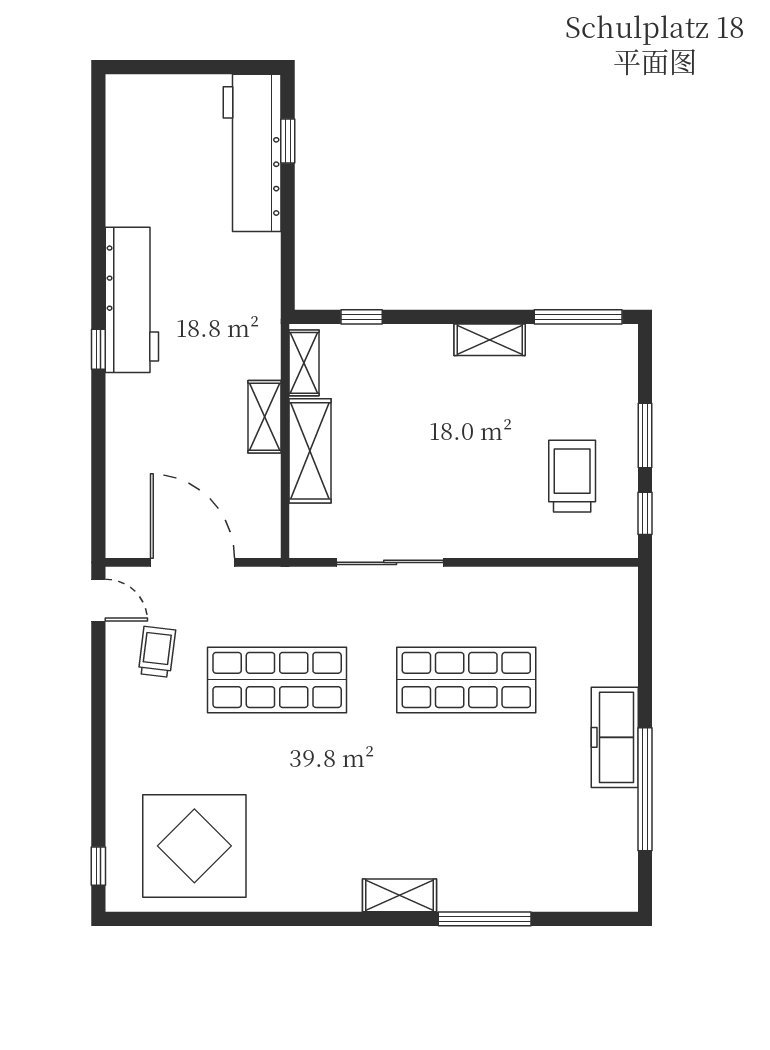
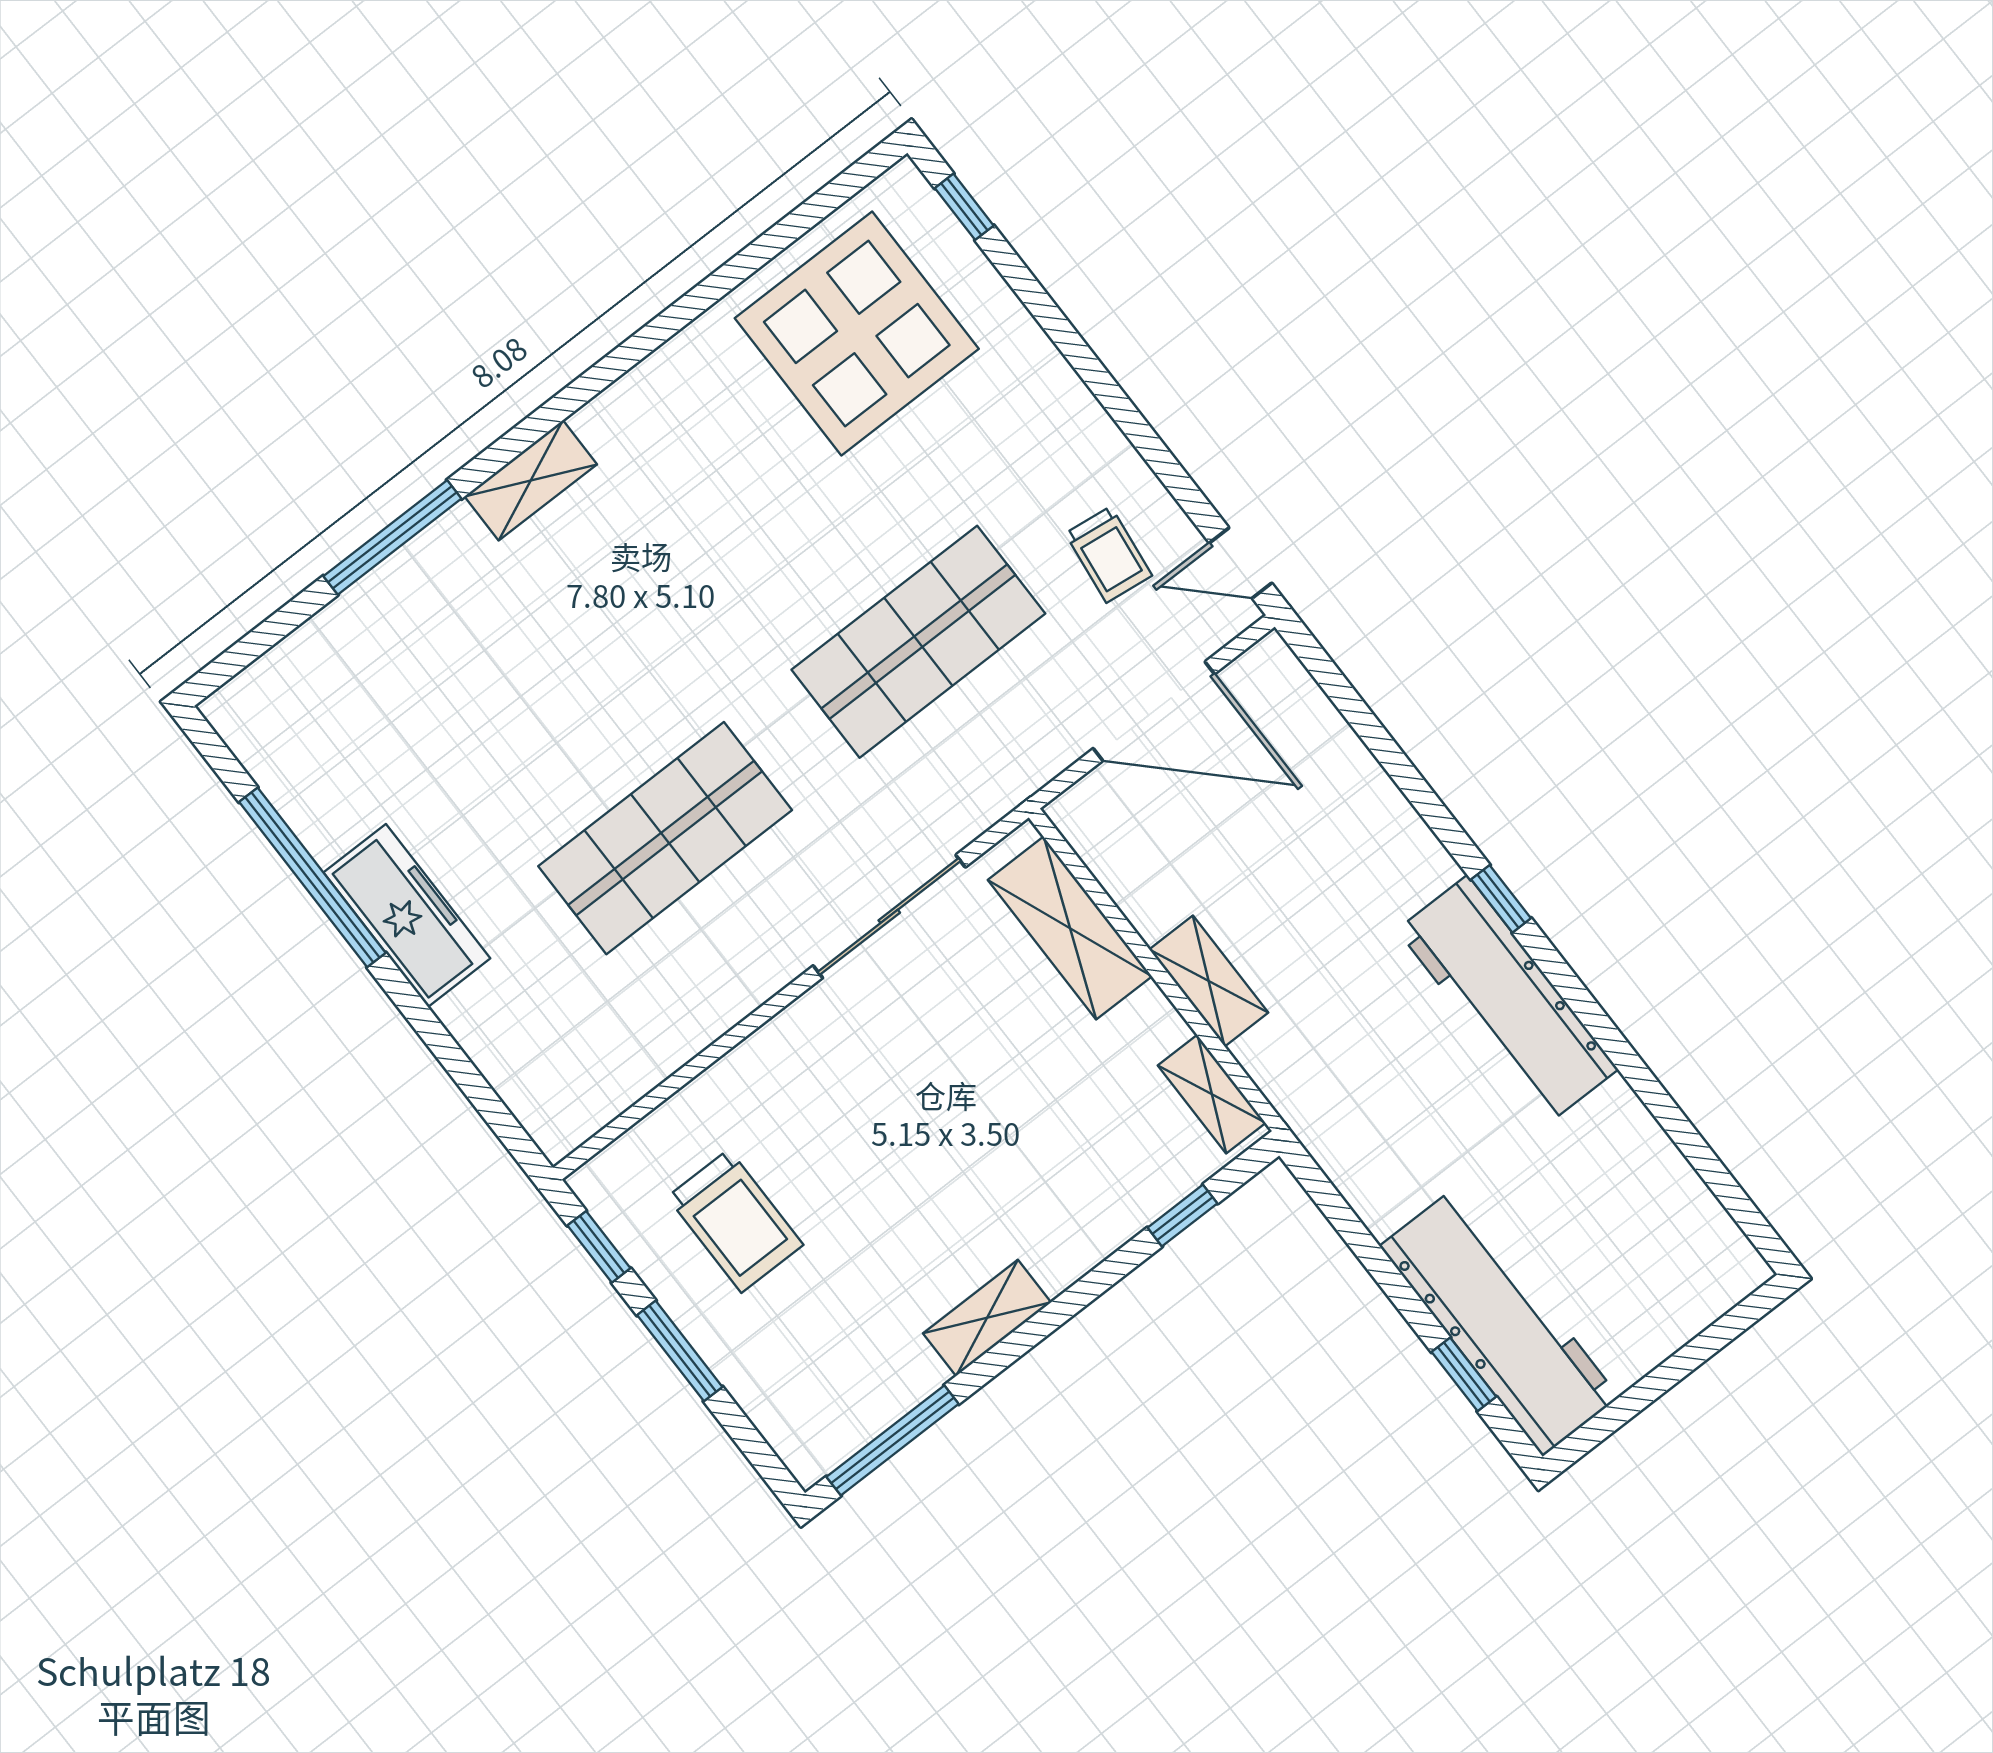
shelving: (310, 451) -> (1070, 928), moved

